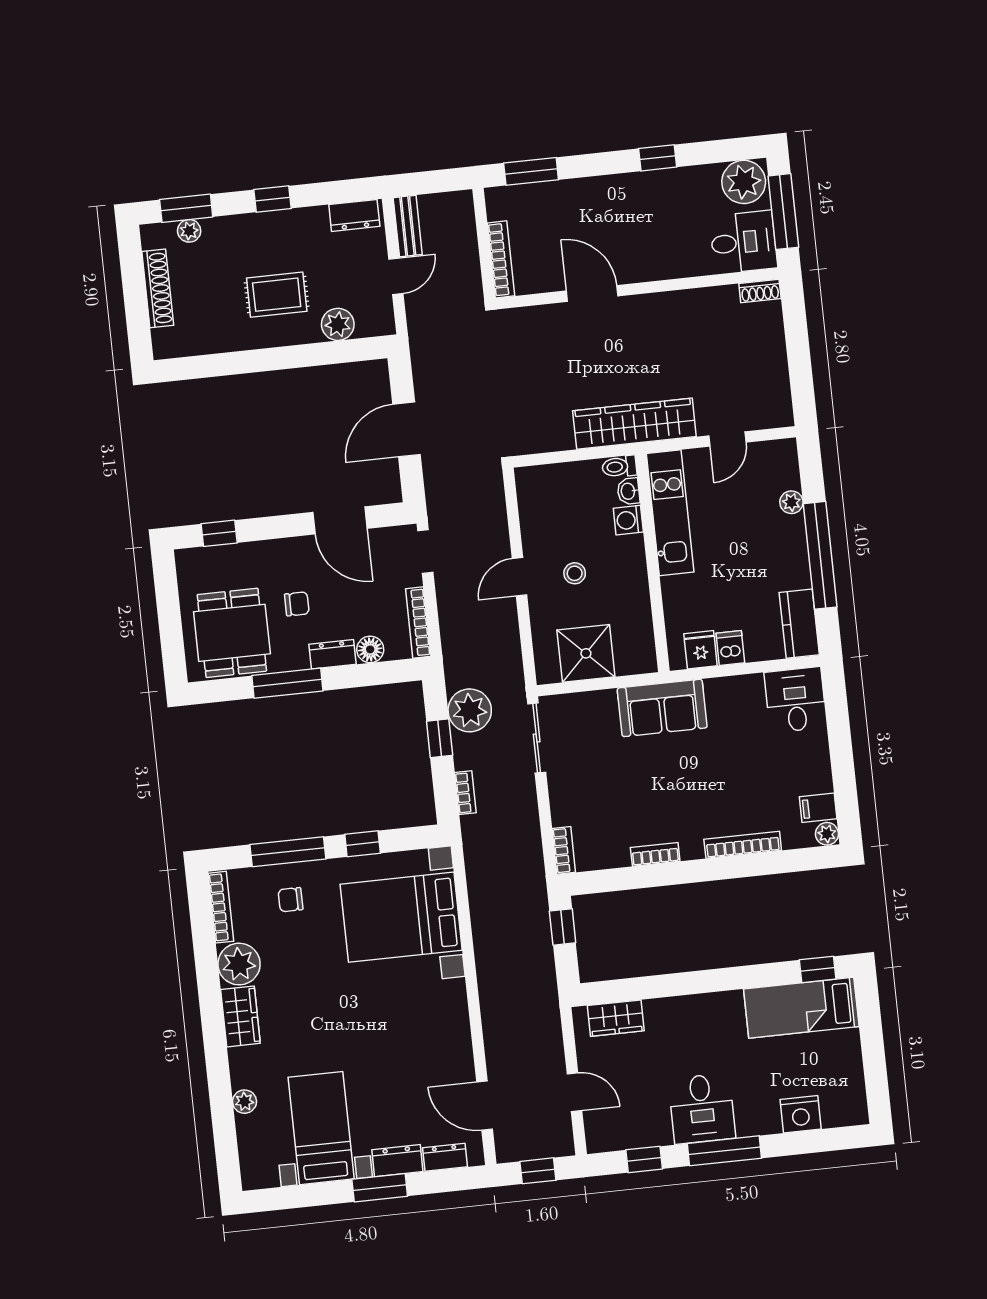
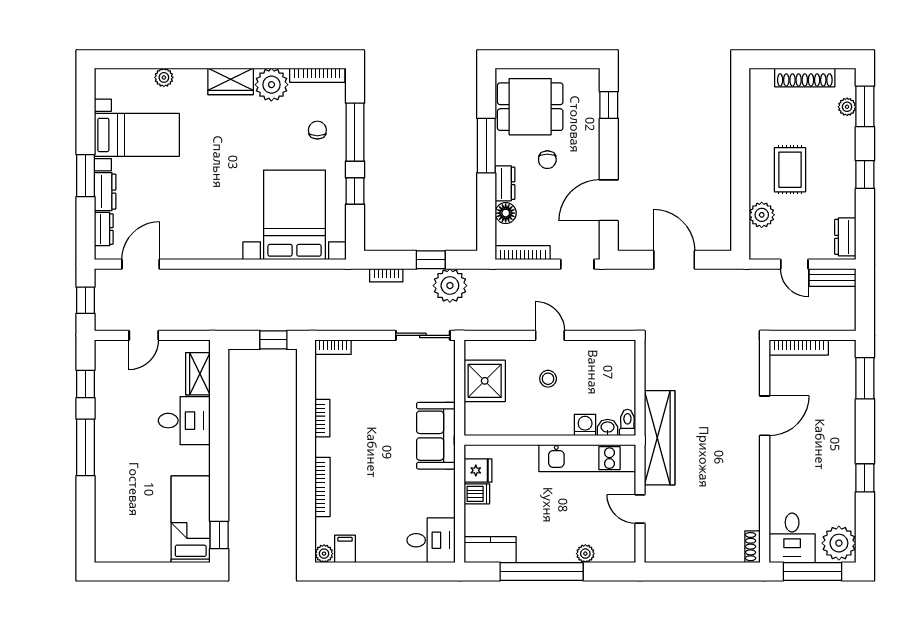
desk: (702, 1109) -> (184, 421), moved, turned 180
nightstand: (801, 1114) -> (108, 510), removed

